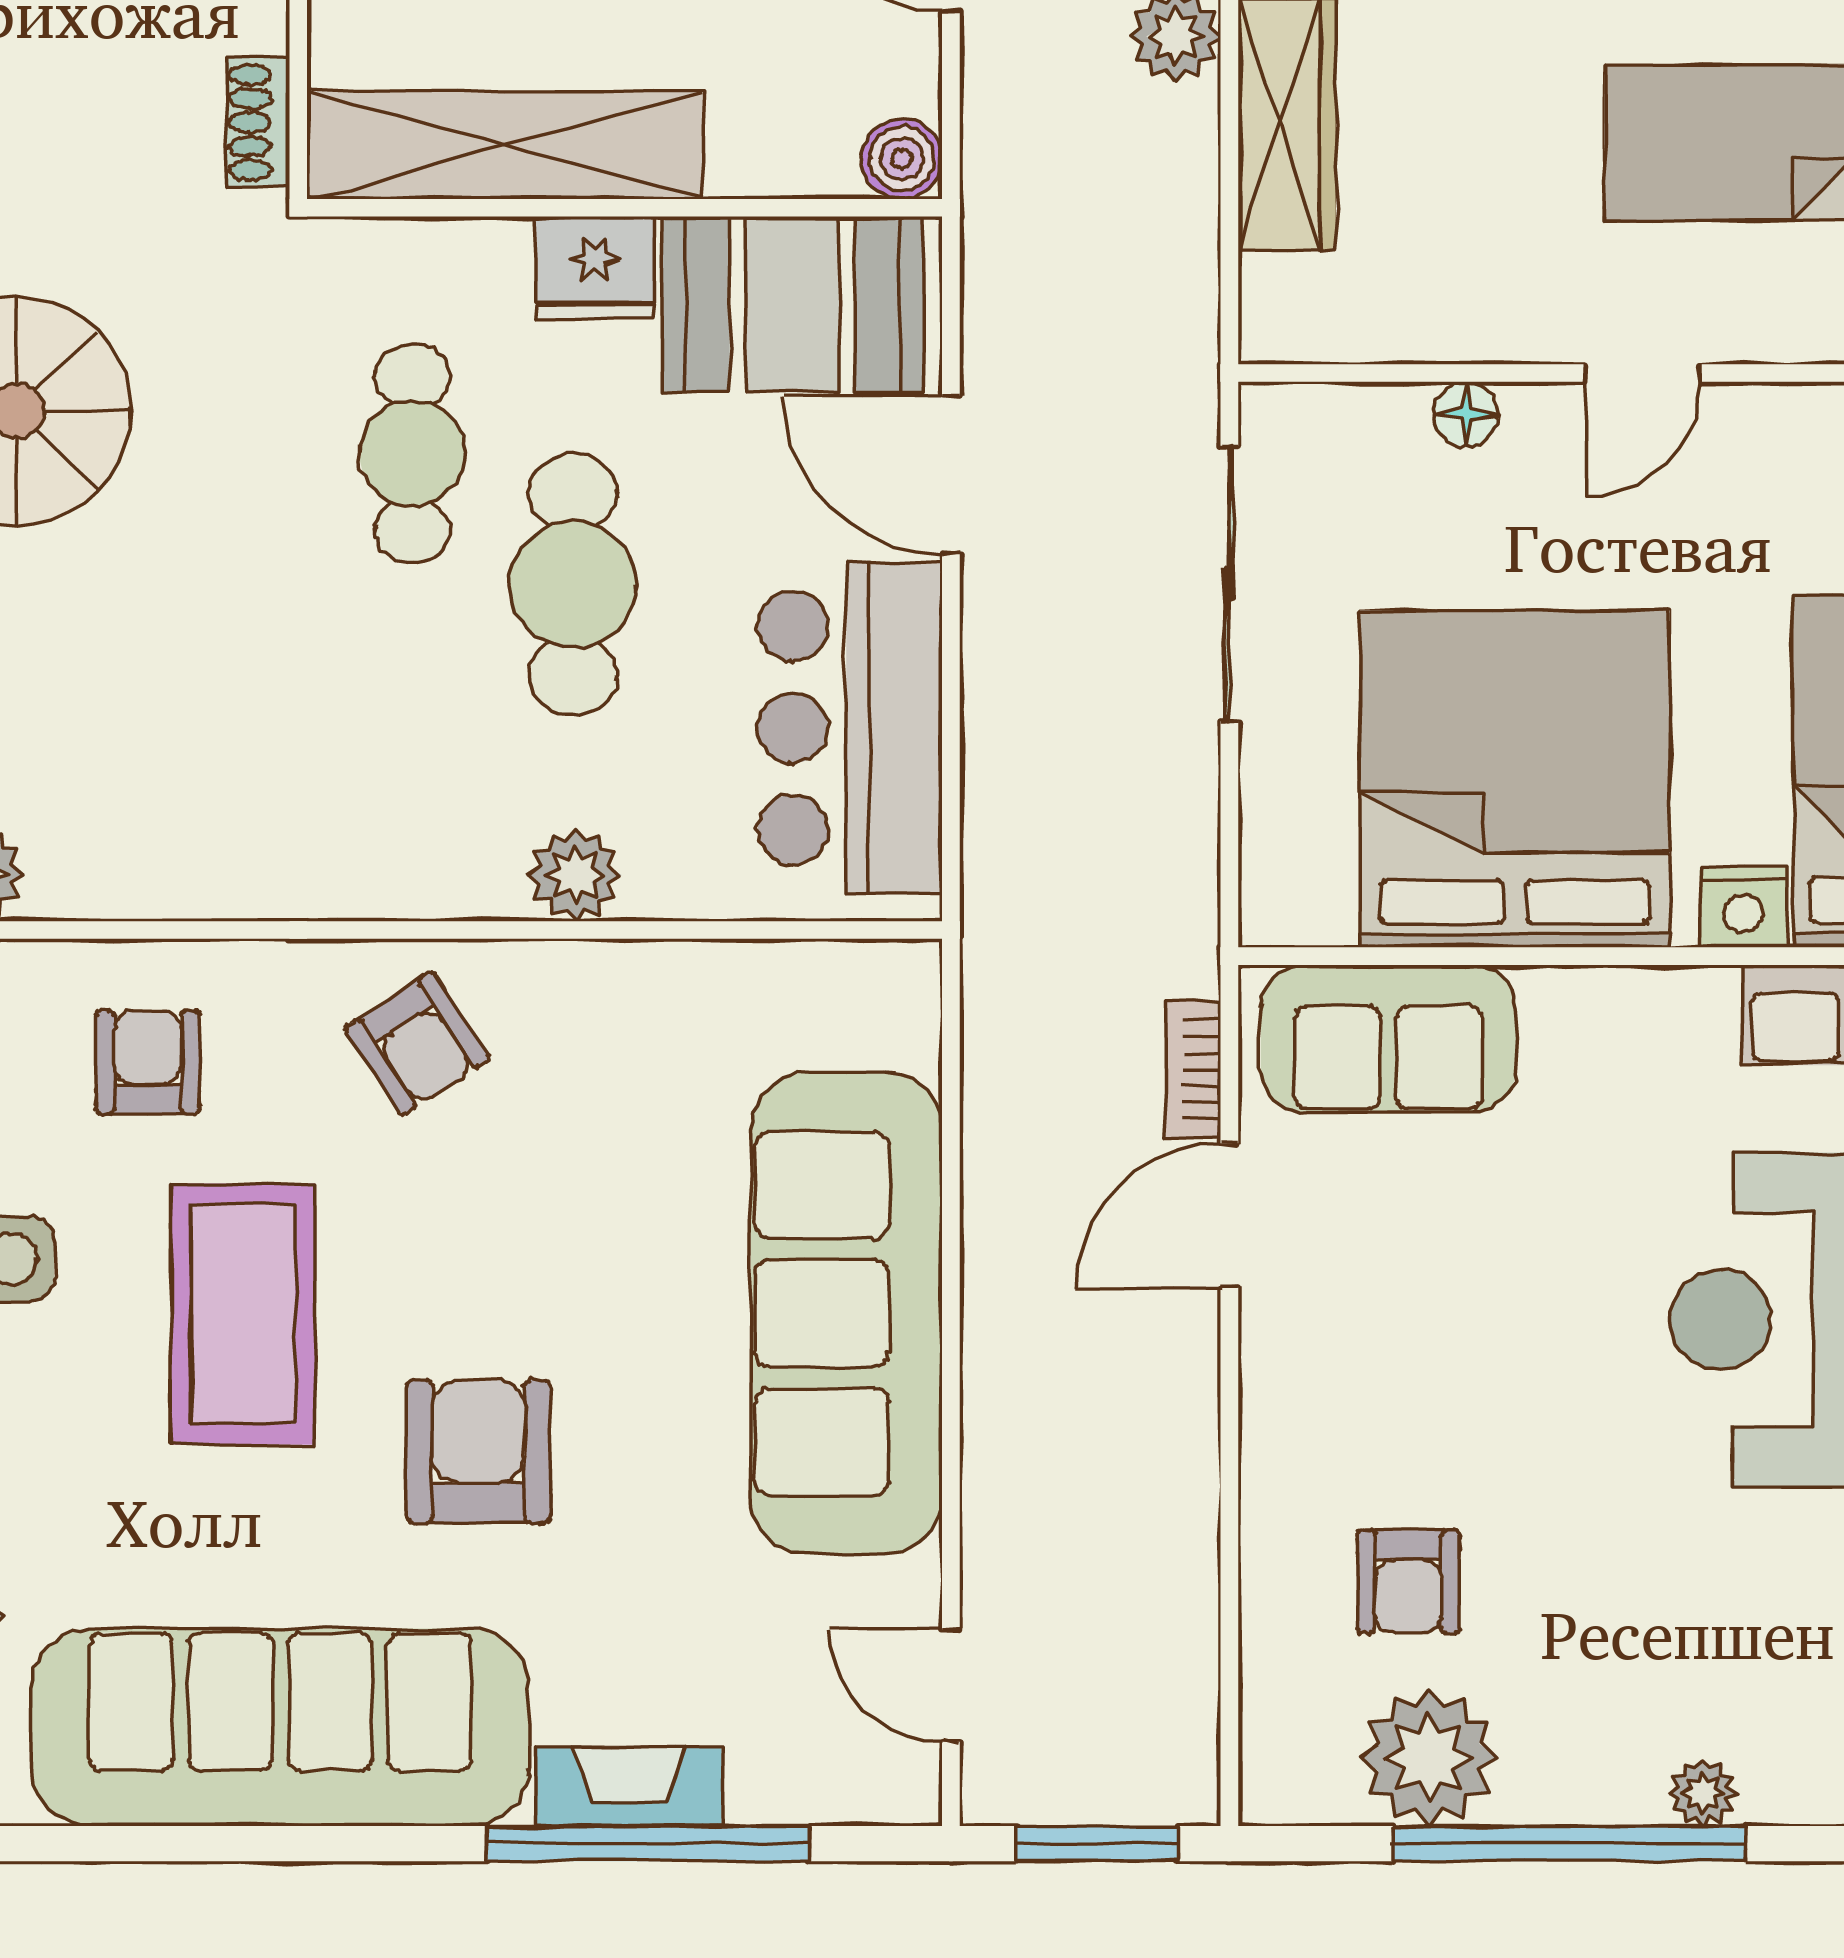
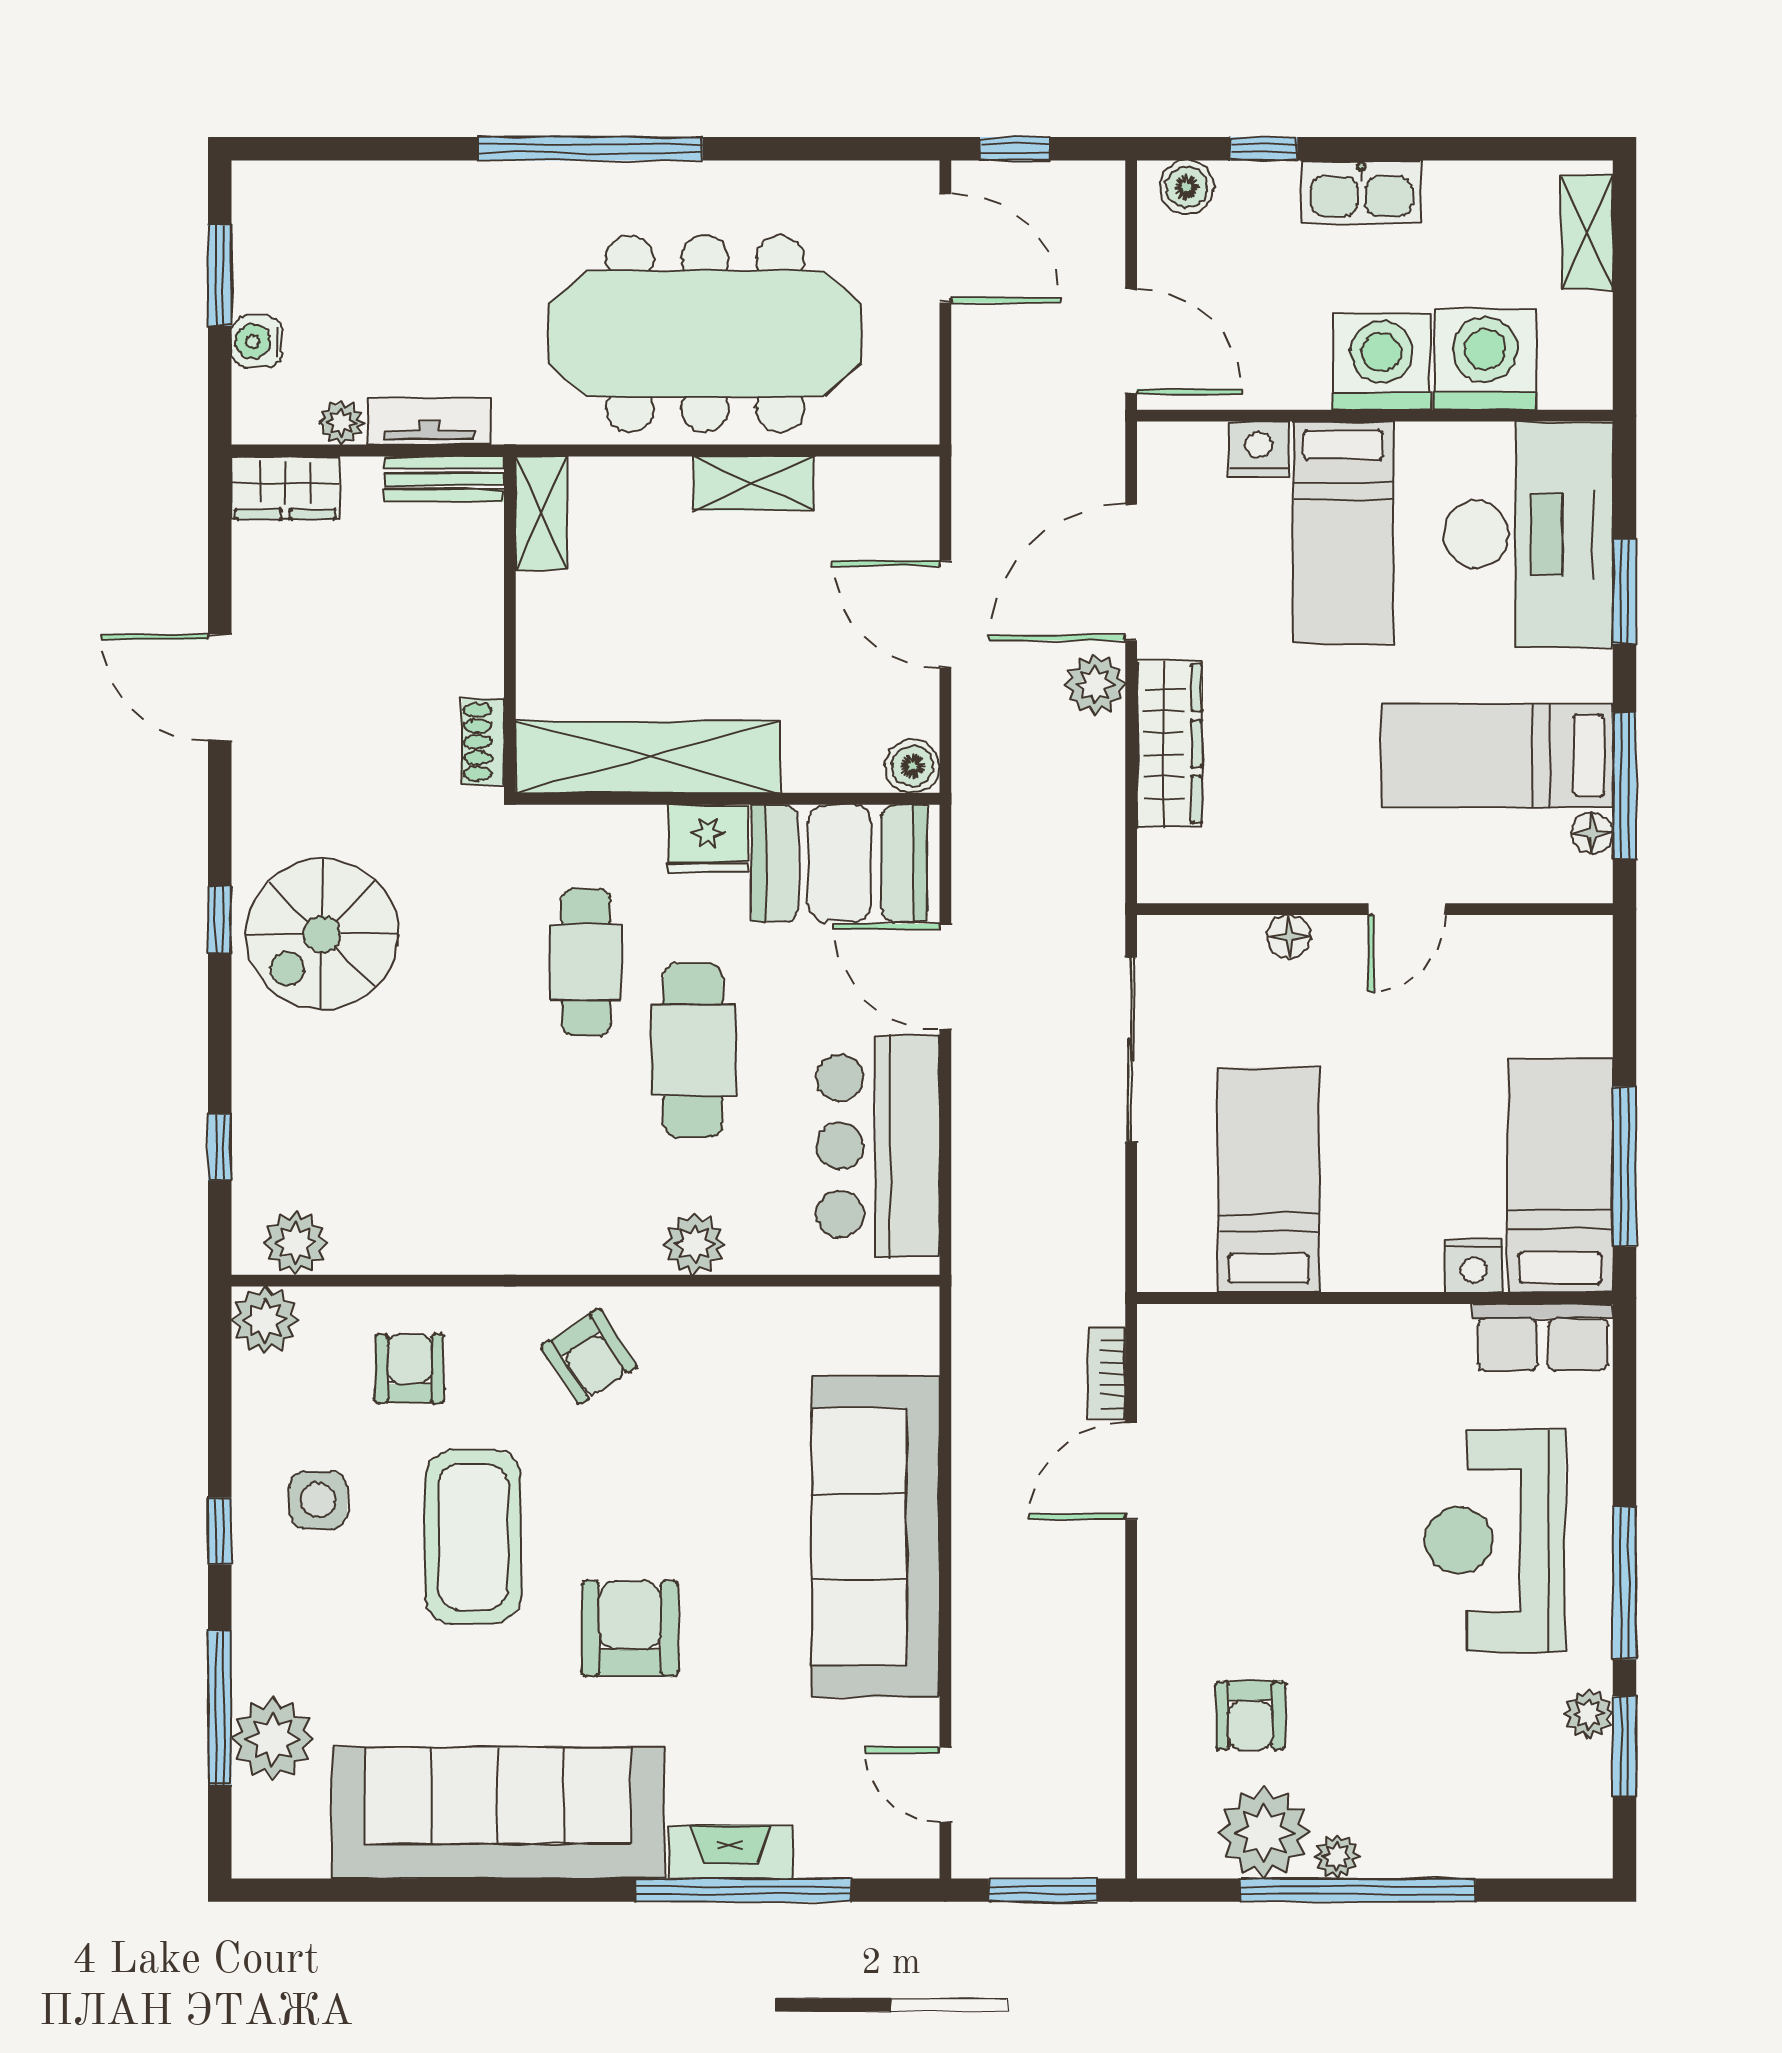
bed: (1515, 779) -> (1269, 1180), width x0.49
sofa: (1388, 1038) -> (1237, 1353), removed
plant: (1703, 1793) -> (1337, 1856), moved

